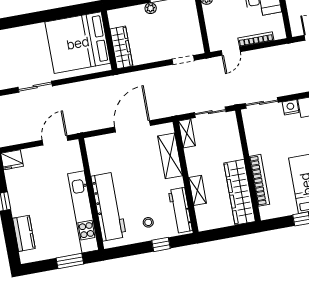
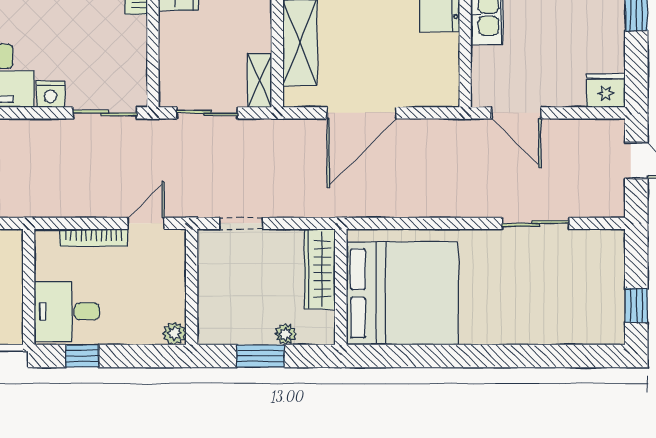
wall: (109, 40) -> (341, 287), moved
bed: (78, 43) -> (402, 293), moved
wardrobe: (121, 47) -> (320, 269), moved
door: (55, 140) -> (516, 113), hinge flipped

